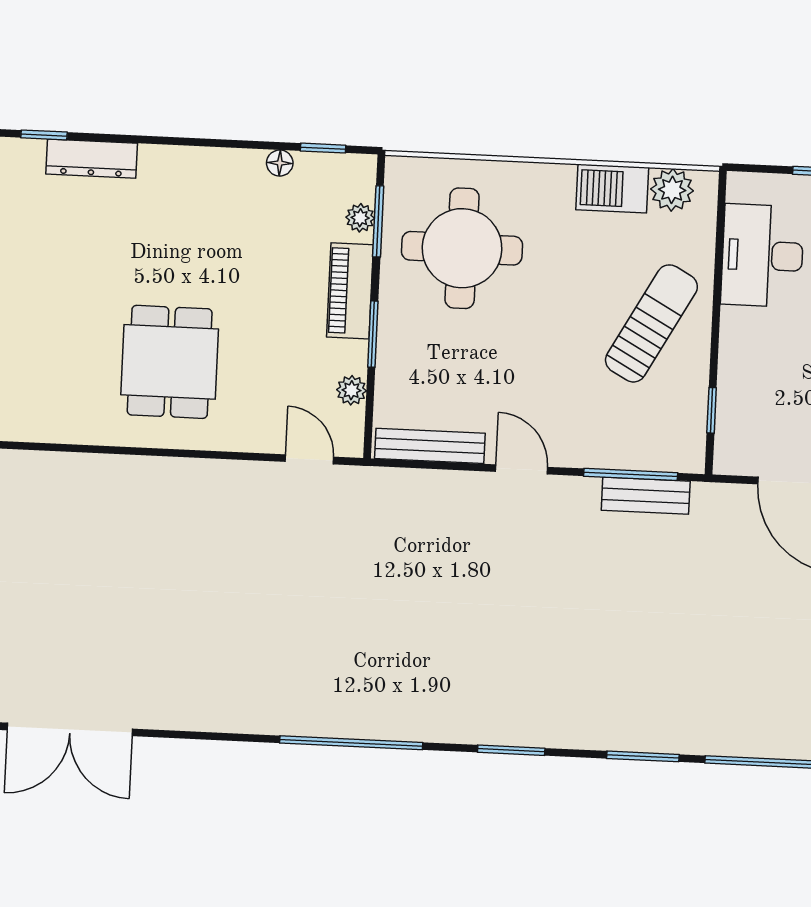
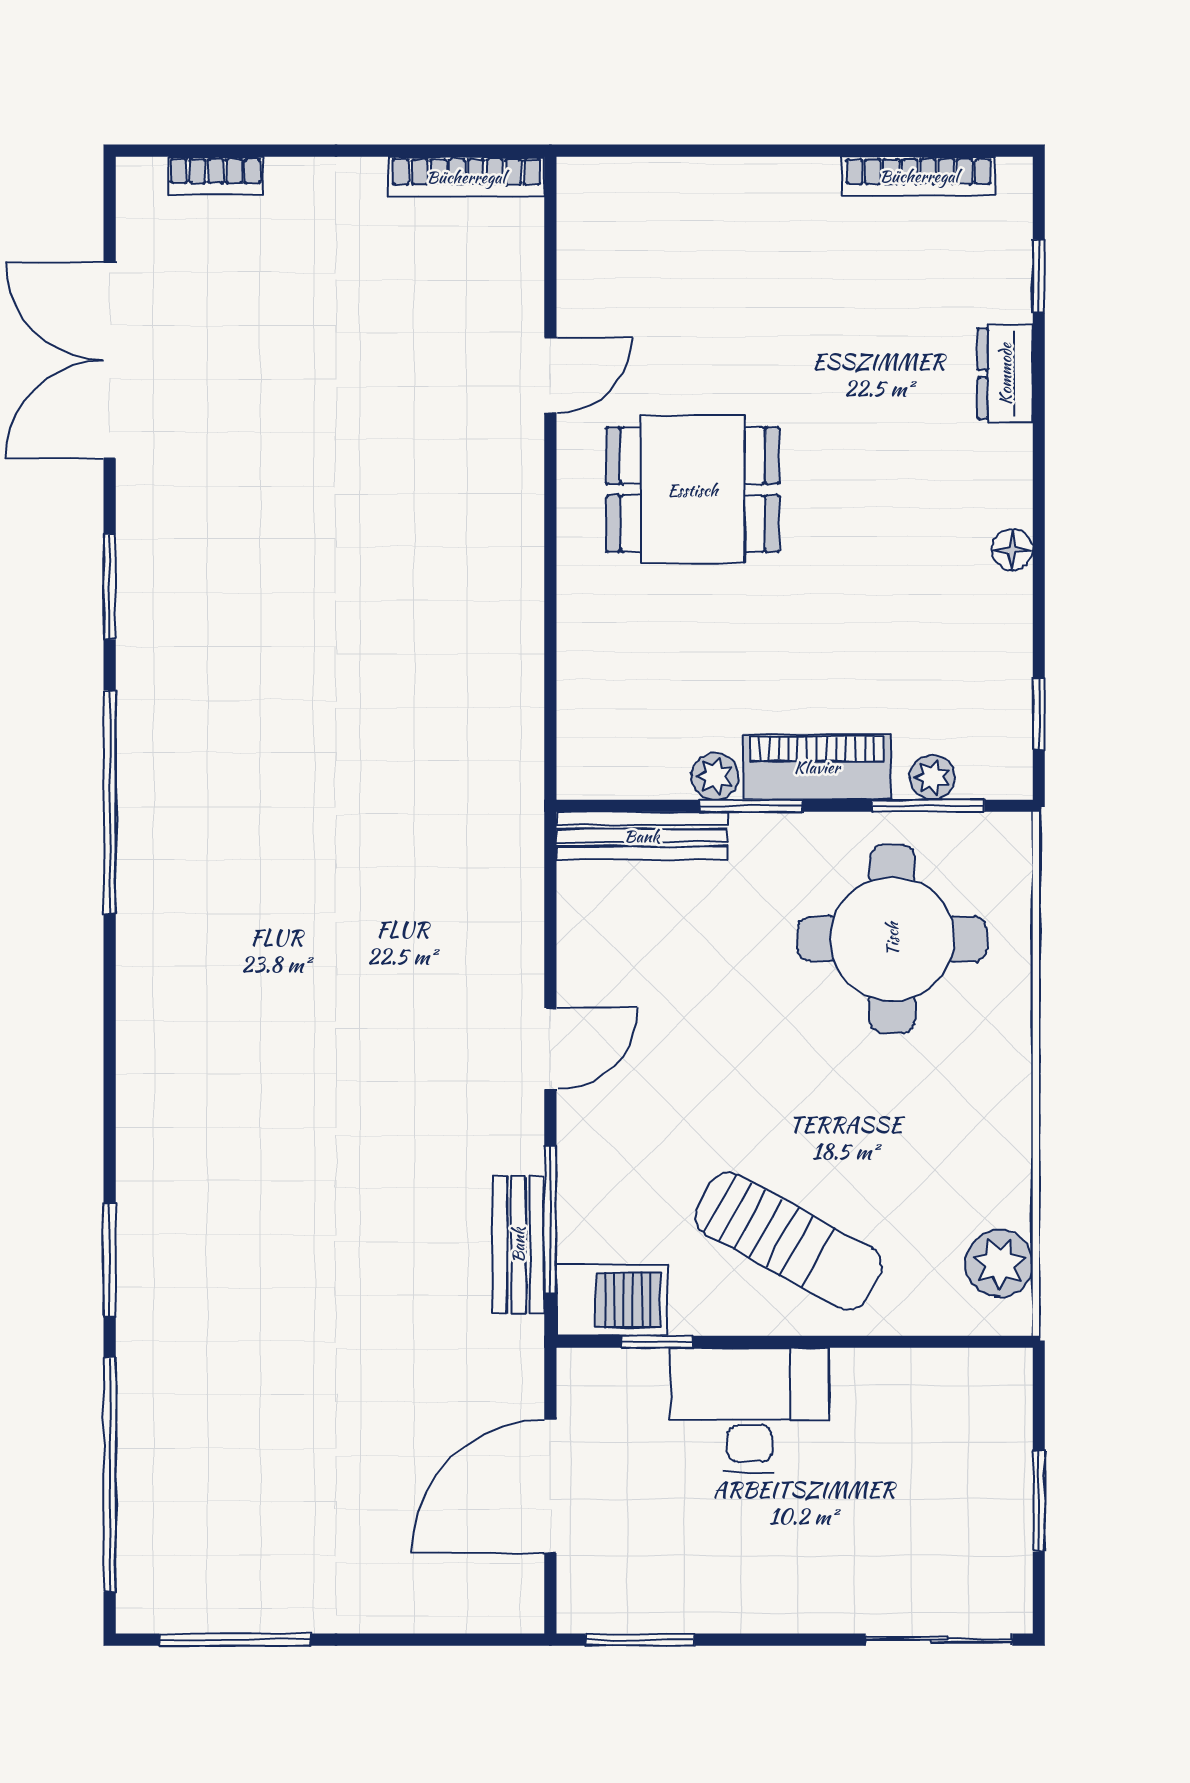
dresser: (92, 159) -> (1005, 374), width x0.70
floor lamp: (280, 163) -> (1012, 550), moved
barbecue: (612, 189) -> (612, 1300), moved, turned 90
desk: (762, 255) -> (750, 1410), moved
plant: (351, 390) -> (715, 776), moved
bench: (430, 446) -> (642, 836), moved, turned 90
door: (309, 459) -> (550, 375), moved
window: (511, 750) -> (110, 587), moved

